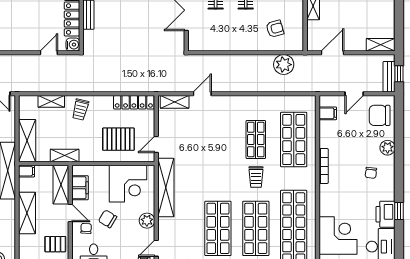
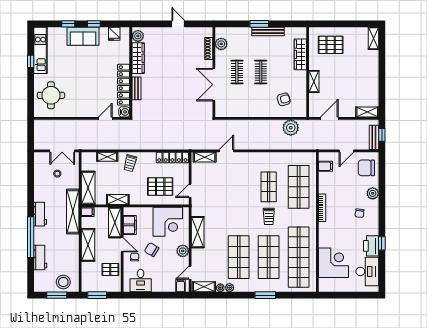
shelving: (166, 188) -> (198, 232), width x0.68

